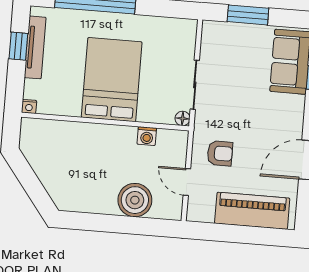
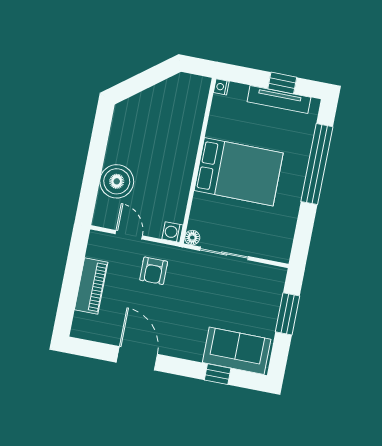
washing machine: (147, 136) -> (172, 232), moved
door: (187, 182) -> (129, 235), hinge flipped
piano: (252, 211) -> (91, 286), width x0.73, depth x0.75

